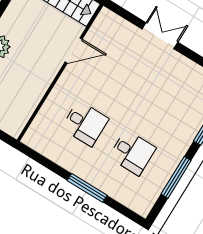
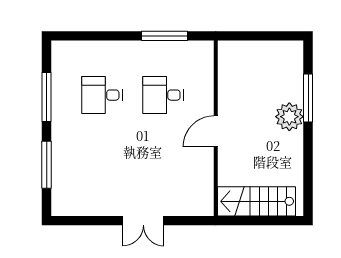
door: (74, 50) -> (216, 131), moved
window: (87, 188) -> (165, 36), moved

